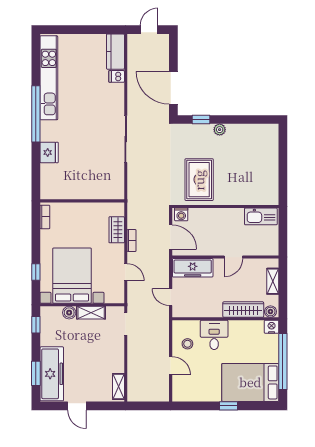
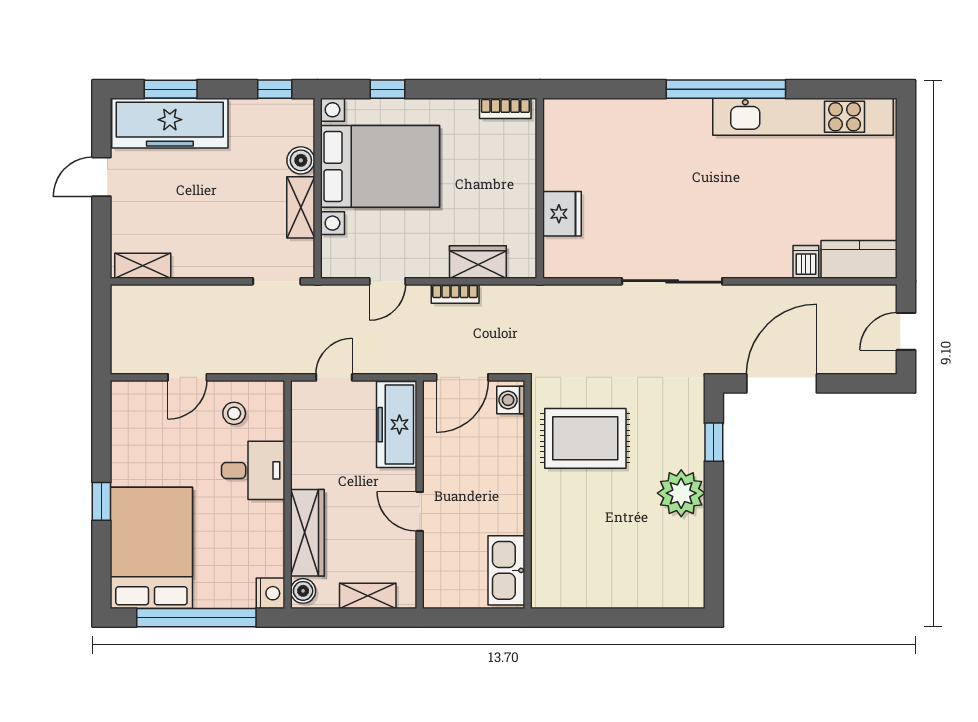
door: (149, 30) -> (906, 331), swing flipped
plant: (220, 130) -> (681, 493), width x1.88, depth x1.88
fridge: (49, 152) -> (562, 214), moved, turned -90

